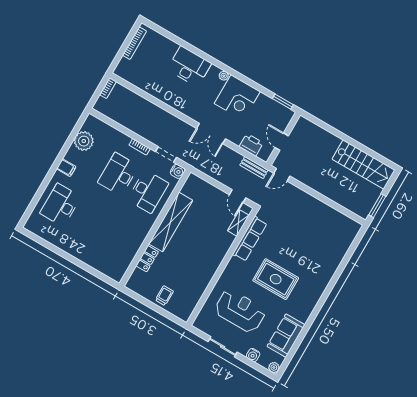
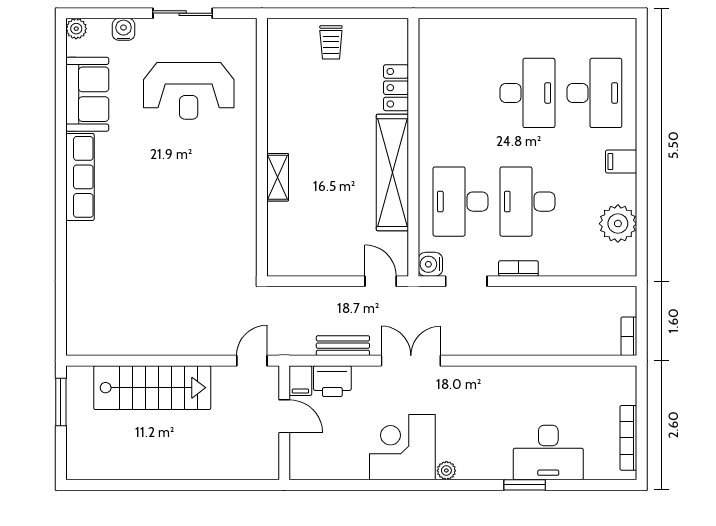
desk: (189, 66) -> (548, 452), moved
window: (283, 102) -> (525, 485), moved
filing cabinet: (265, 153) -> (300, 381), added
stairs: (363, 165) -> (152, 388), moved, turned 180
bench: (254, 168) -> (343, 346), moved
desk: (118, 174) -> (527, 202), turned 180
door: (238, 196) -> (381, 281), moved
desk: (90, 222) -> (527, 93), added
shelving: (238, 223) -> (278, 177), moved
row of seats: (250, 239) -> (80, 177), moved, turned 180
rug: (276, 279) -> (160, 179), removed

